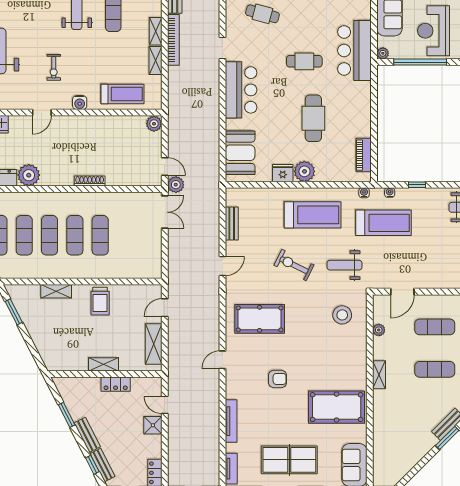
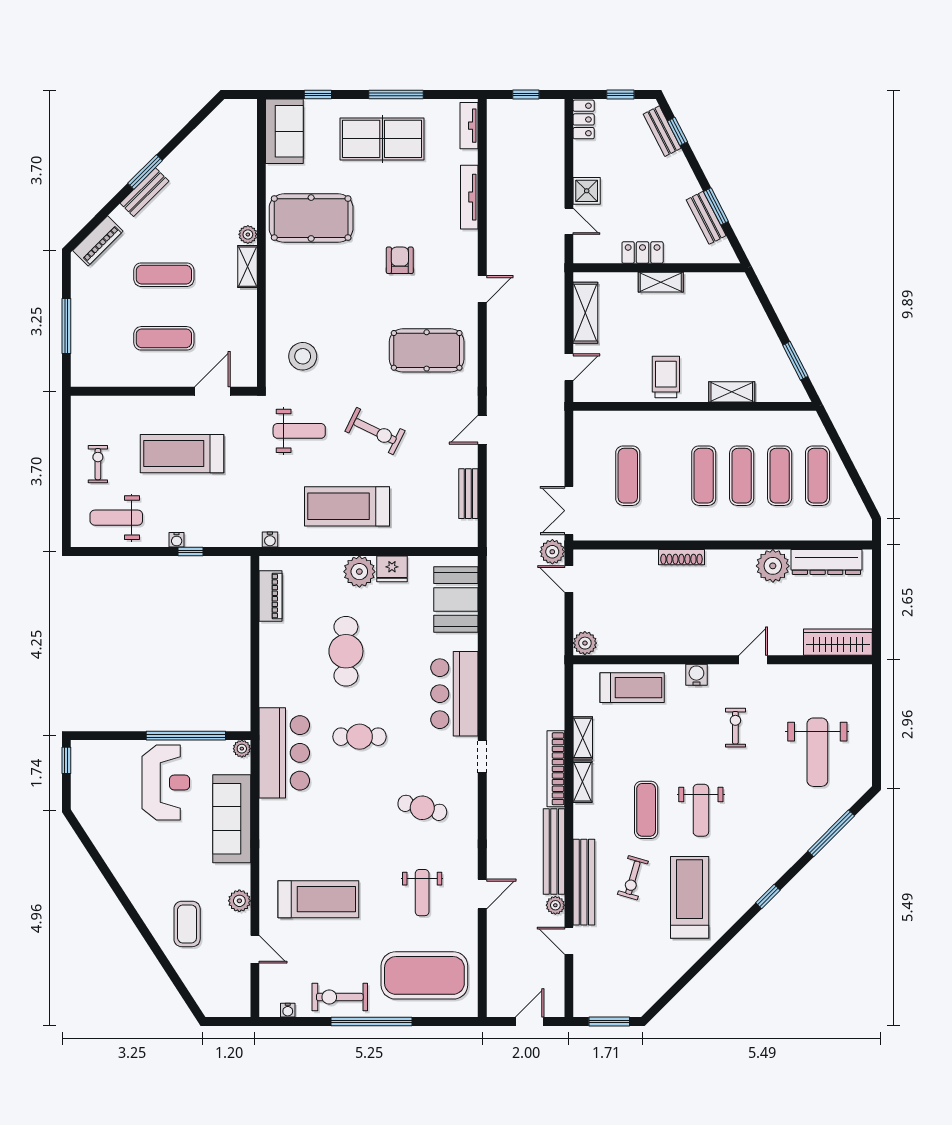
treadmill: (123, 94) -> (632, 688), turned 180
water cooler: (390, 193) -> (177, 540), moved
treadmill: (384, 223) -> (182, 454), moved
exercise mat: (100, 235) -> (628, 476), moved
plant: (379, 330) -> (248, 234), moved
armchair: (277, 379) -> (400, 260), turned 90
bench: (87, 435) -> (706, 218), moved

